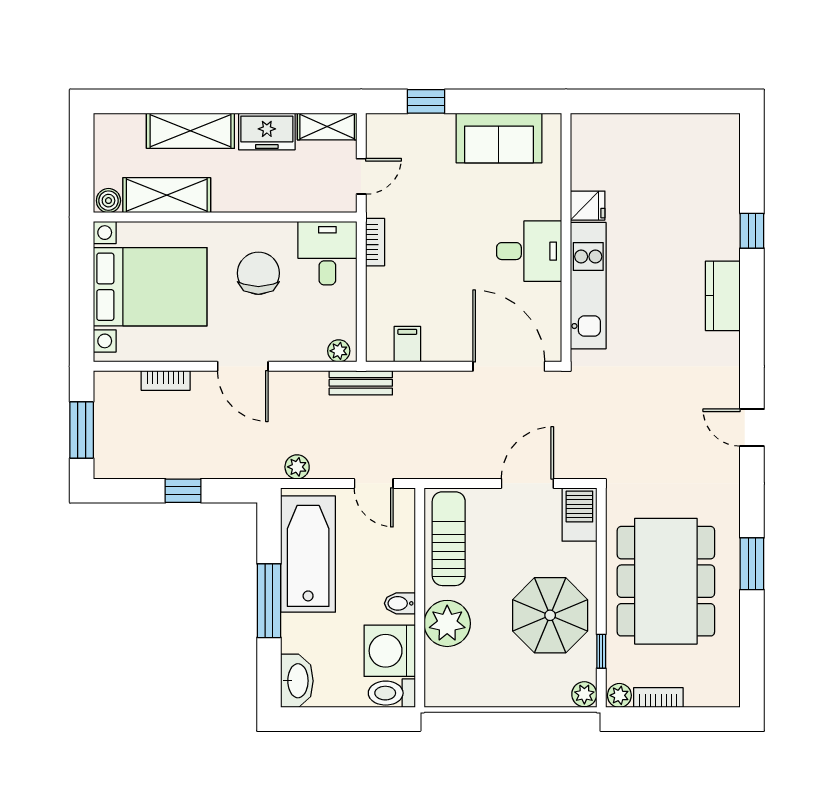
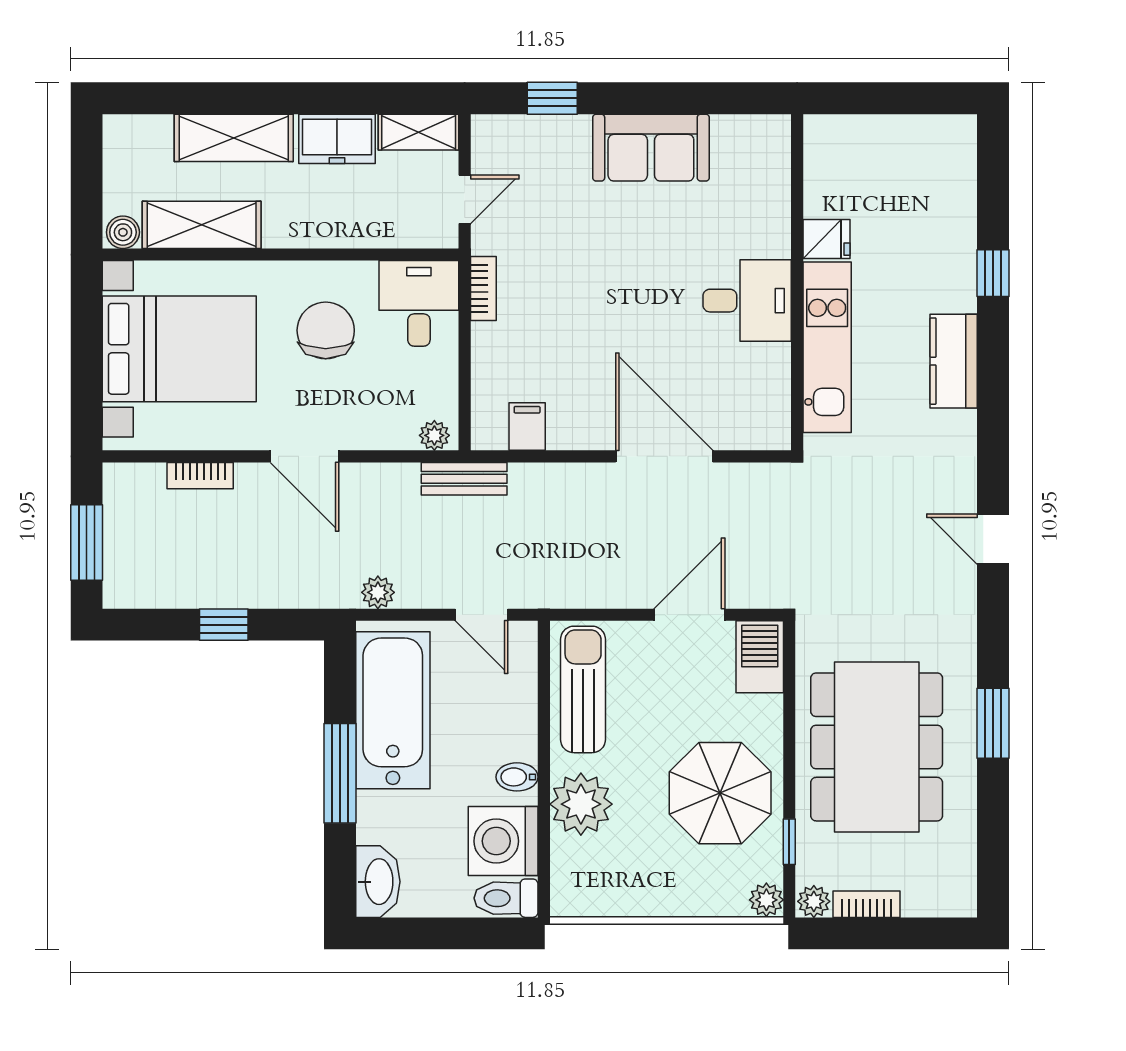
fridge: (588, 206) -> (826, 239), moved
wall: (566, 238) -> (797, 282), moved
desk: (529, 251) -> (747, 301), moved
kitchen unit: (588, 286) -> (827, 347), moved

